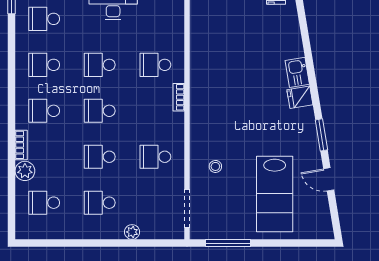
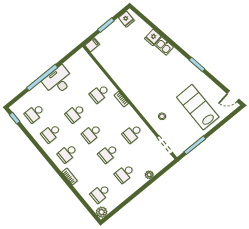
fridge: (300, 97) -> (153, 37), moved
plant: (25, 171) -> (102, 212), moved
door: (329, 179) -> (233, 96), moved
lab bench: (275, 194) -> (198, 107), turned 180

